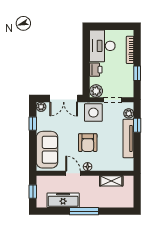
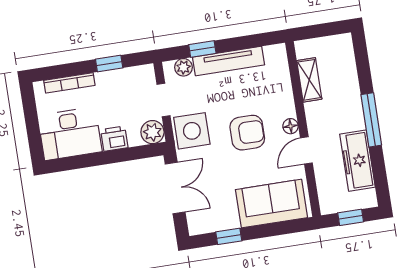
plant: (41, 107) -> (196, 226), removed

